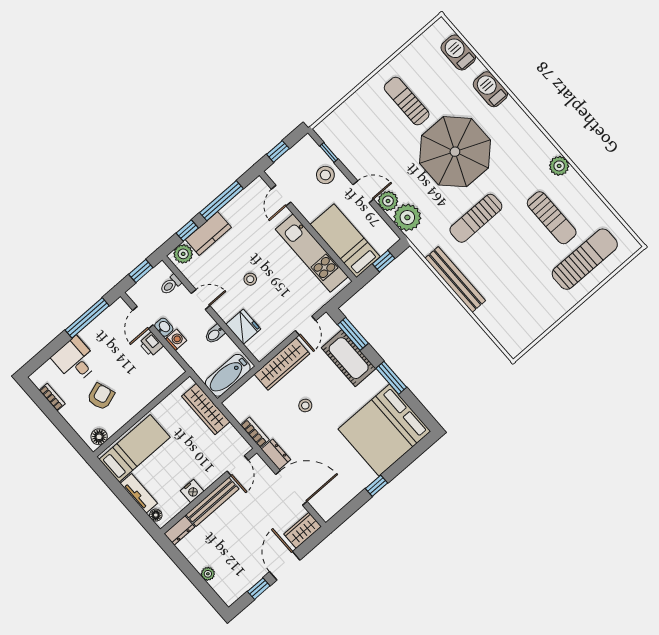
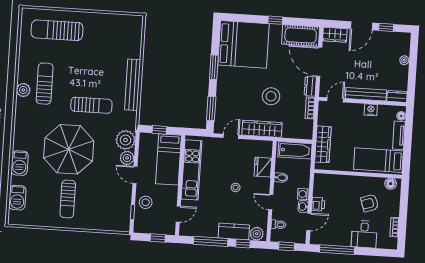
sun lounger: (552, 218) -> (45, 84), moved
cot: (349, 358) -> (301, 35), moved, turned 90
stool: (305, 406) -> (271, 96), width x1.89, depth x1.89

